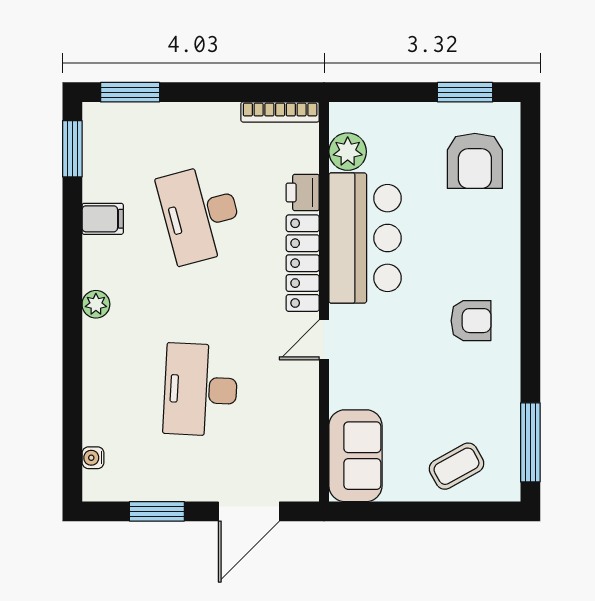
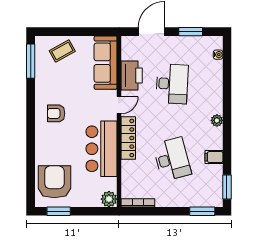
plant: (348, 152) -> (109, 199), moved
armchair: (475, 161) -> (54, 182), width x1.36, depth x1.36
printer: (303, 192) -> (132, 76), moved, width x1.87, depth x1.48
sofa: (355, 456) -> (106, 63), width x1.36

